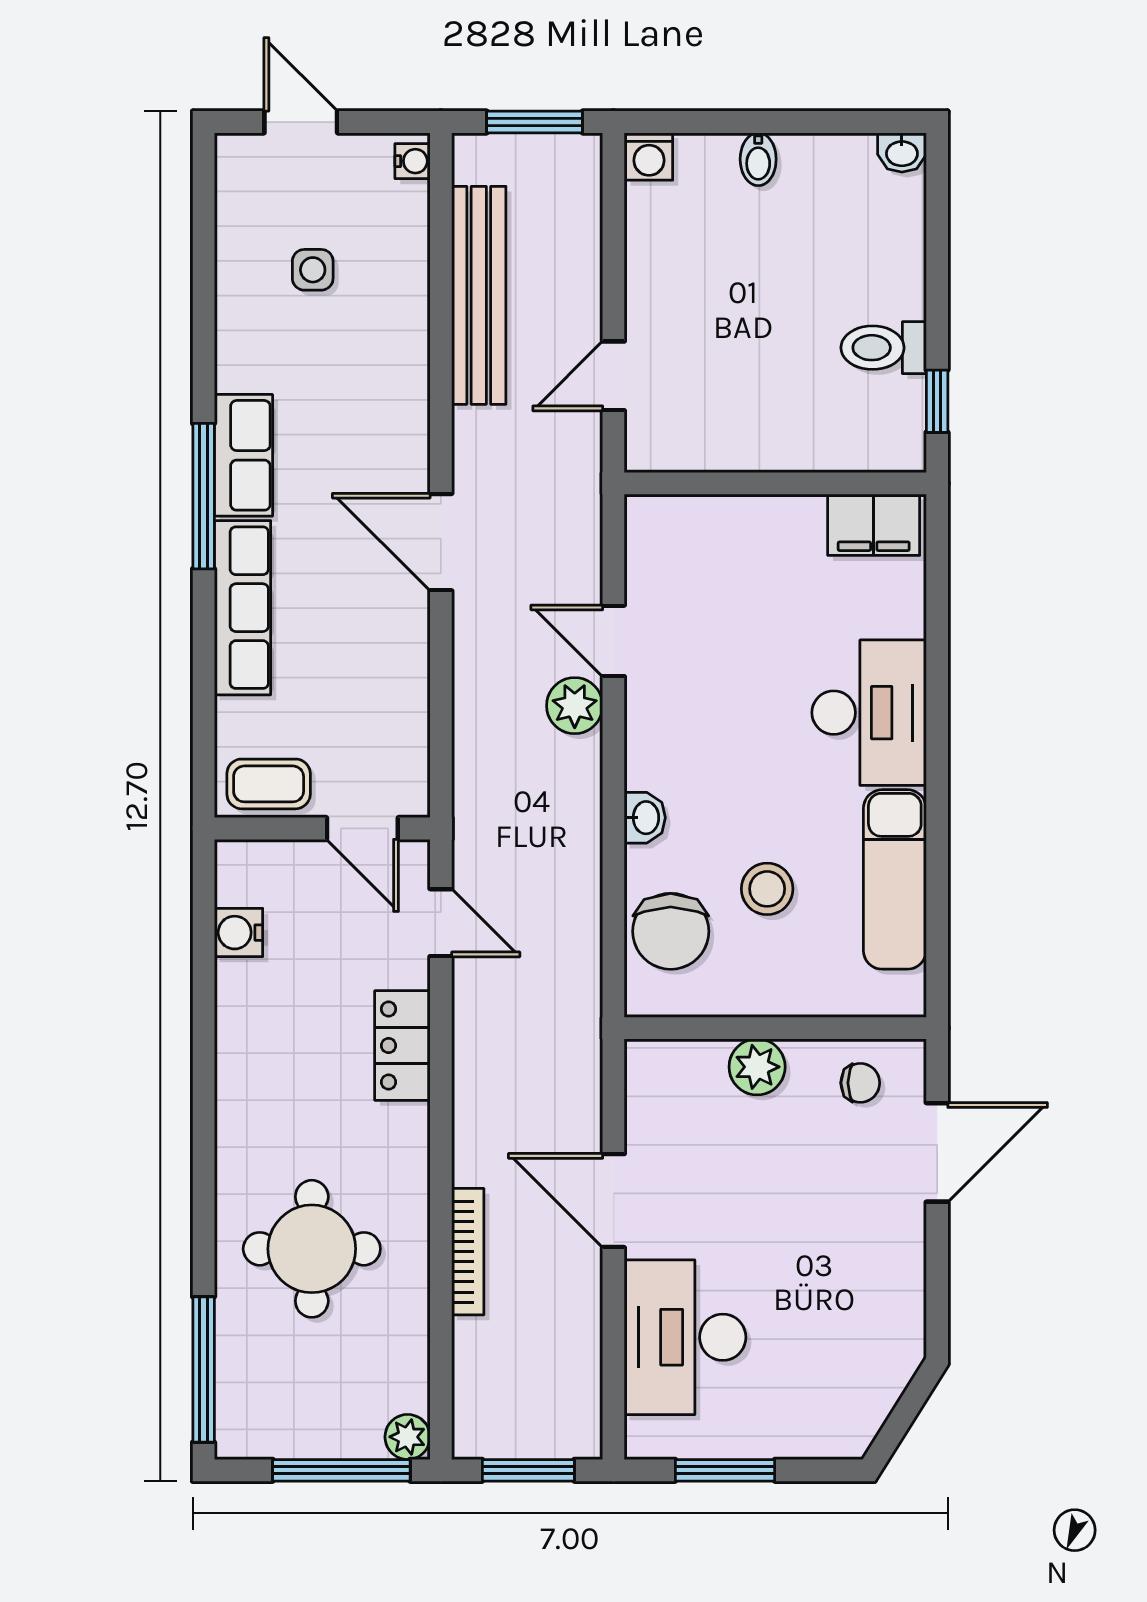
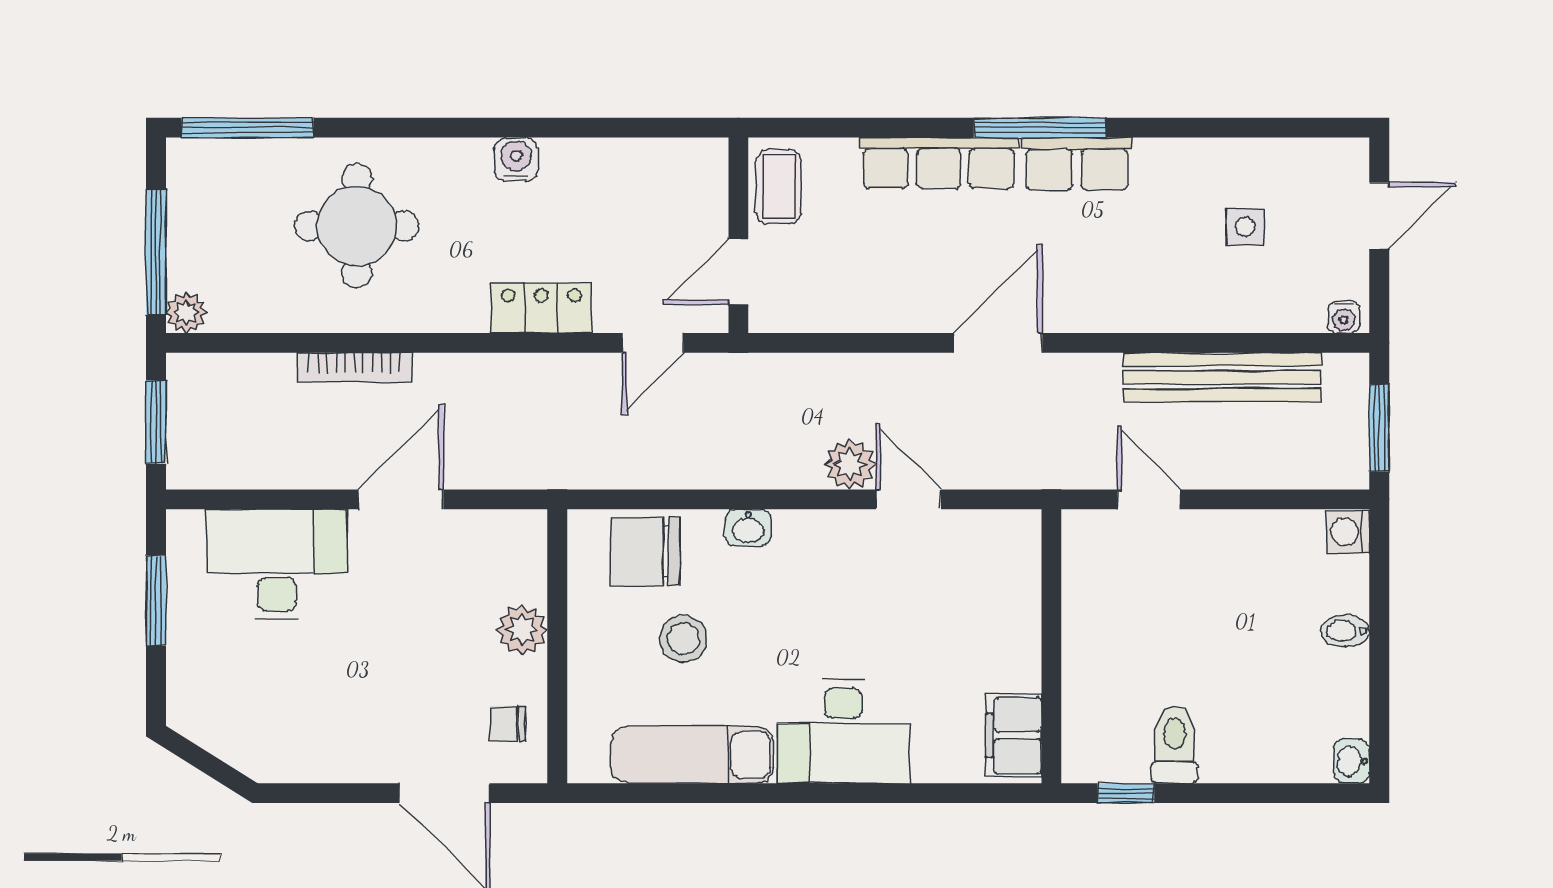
door: (613, 641) -> (908, 499), hinge flipped
water cooler: (239, 933) -> (516, 159), moved
chair: (860, 1083) -> (508, 723), turned 90

